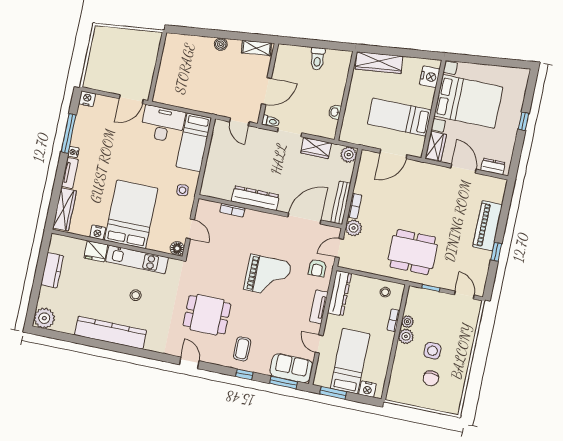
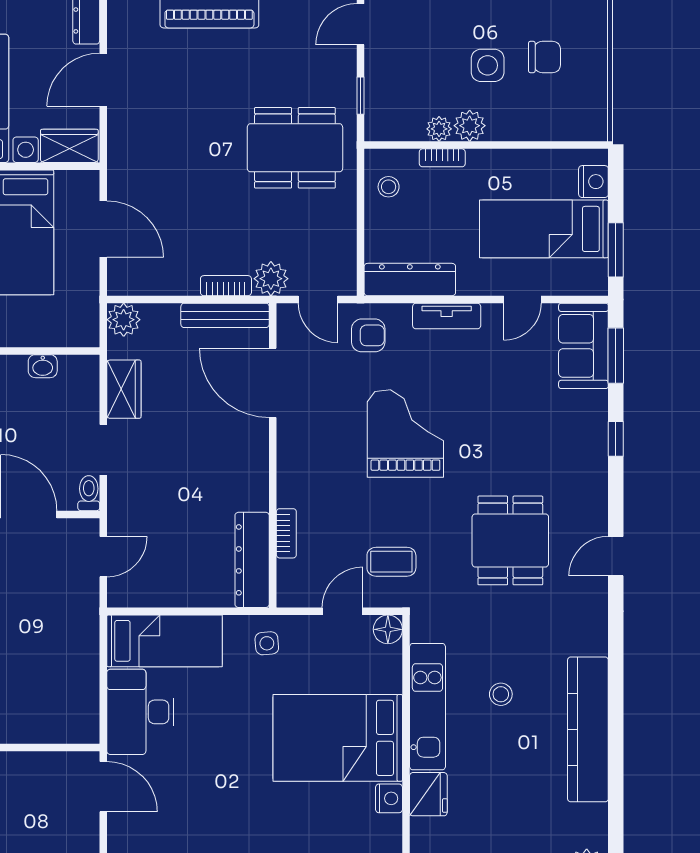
dresser: (255, 198) -> (252, 560), moved
dining table: (413, 252) -> (295, 148), turned 90
coffee table: (242, 349) -> (391, 562), moved

